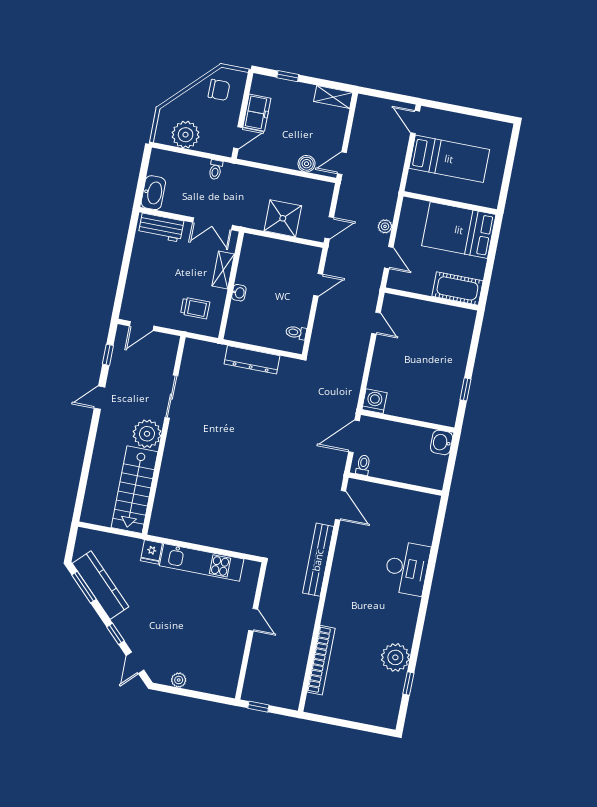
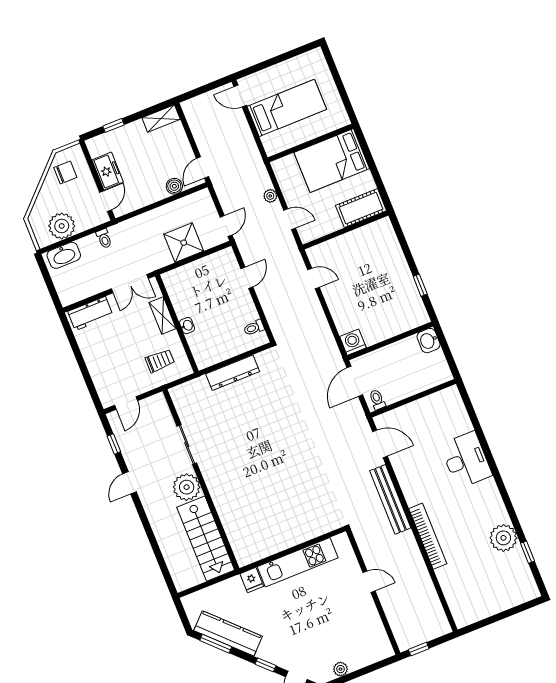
washbasin: (153, 193) -> (64, 255), moved, turned 90
bookcase: (321, 660) -> (428, 536), moved

